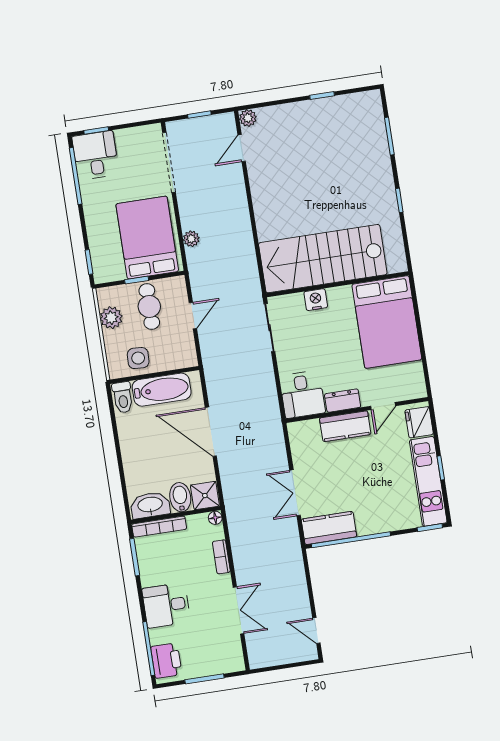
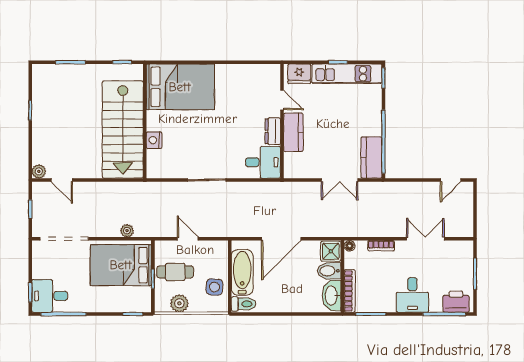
stairs: (323, 259) -> (123, 130), moved
wall: (338, 284) -> (145, 121), moved
nightstand: (316, 300) -> (154, 140), moved
bed: (387, 322) -> (180, 87), moved

